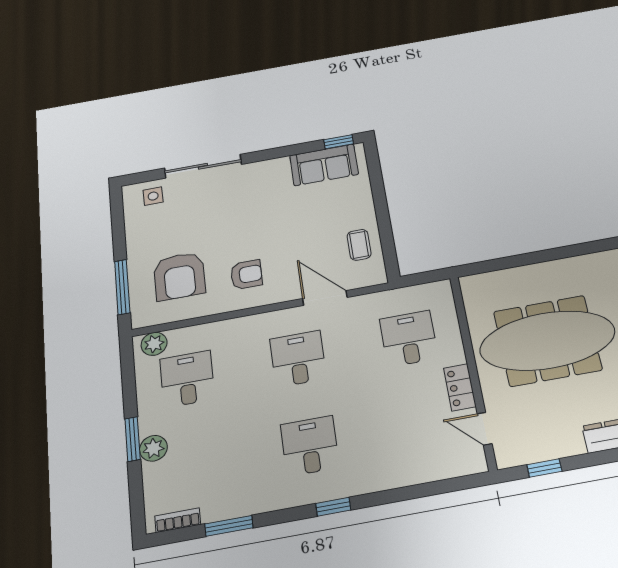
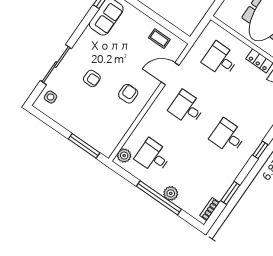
armchair: (179, 276) -> (92, 78), moved, width x0.53, depth x0.53
window: (132, 439) -> (159, 198), width x2.11

